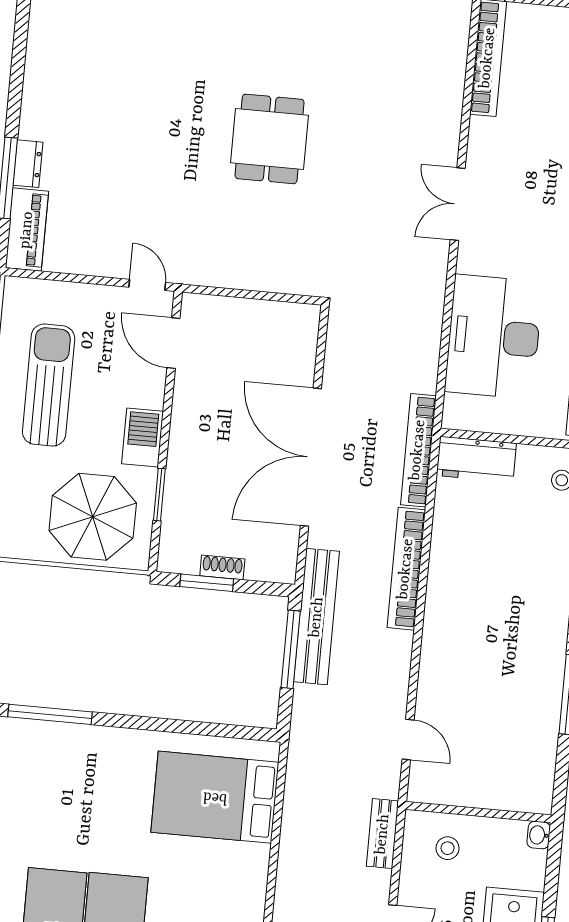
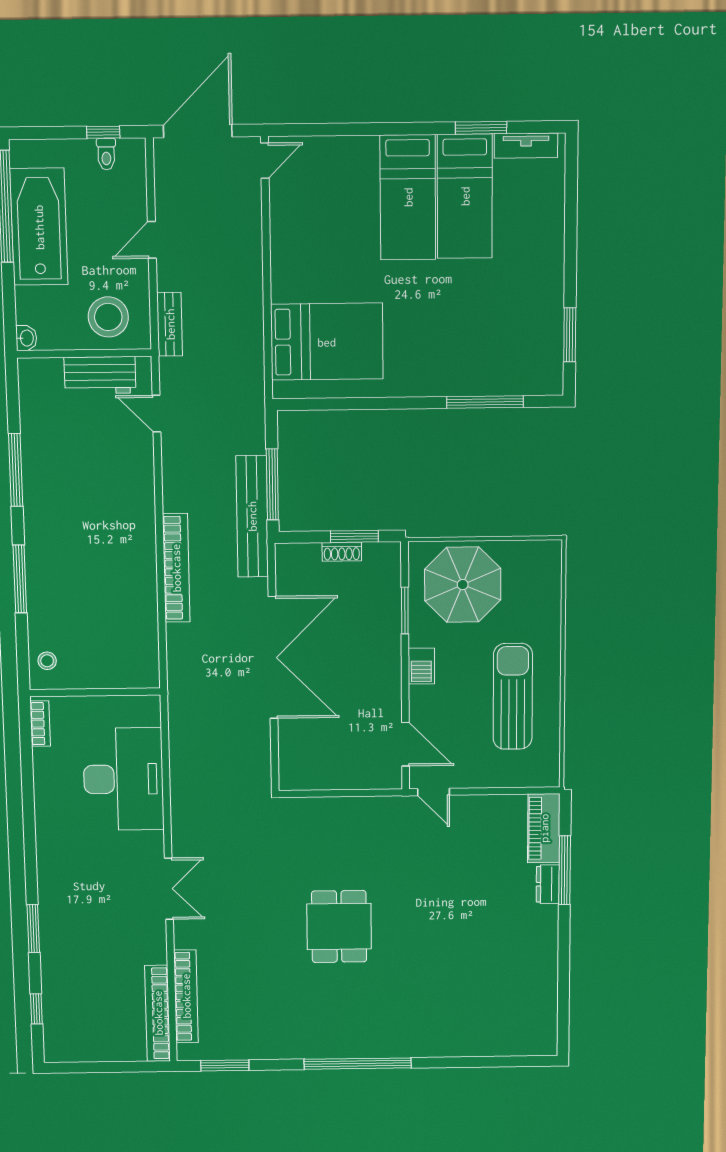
sun lounger: (49, 385) -> (513, 696), turned 180
barbecue: (143, 437) -> (421, 666), width x0.73, depth x0.79
bookcase: (418, 450) -> (186, 996), moved
workbench: (476, 459) -> (100, 375), moved, turned 180
stool: (448, 848) -> (108, 317), width x1.89, depth x1.89

